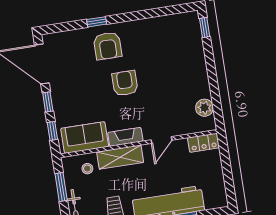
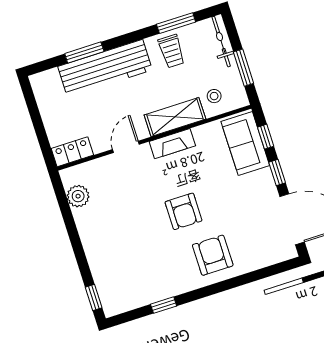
window: (97, 22) -> (164, 305), moved
sofa: (85, 137) -> (245, 143), moved, turned 90

